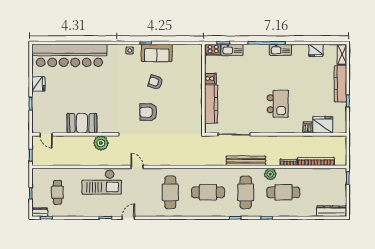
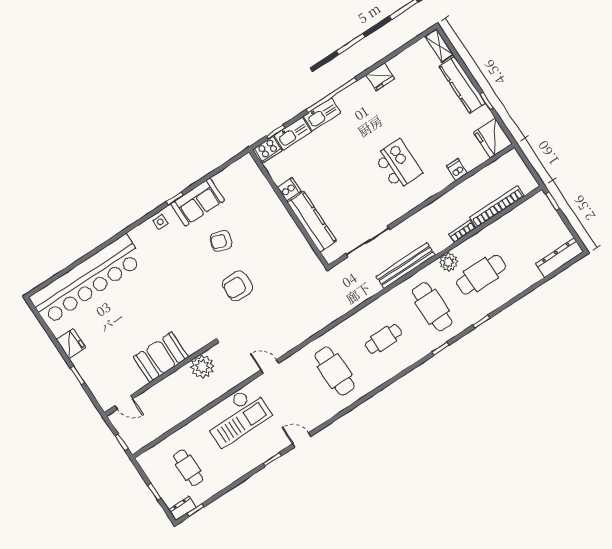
kitchen sink: (280, 50) -> (322, 114), moved
fridge: (316, 50) -> (380, 77), moved
fridge: (323, 125) -> (493, 138), moved, turned -90
cafe table: (208, 192) -> (383, 339), width x0.73, depth x0.74
door: (128, 218) -> (302, 440), hinge flipped

